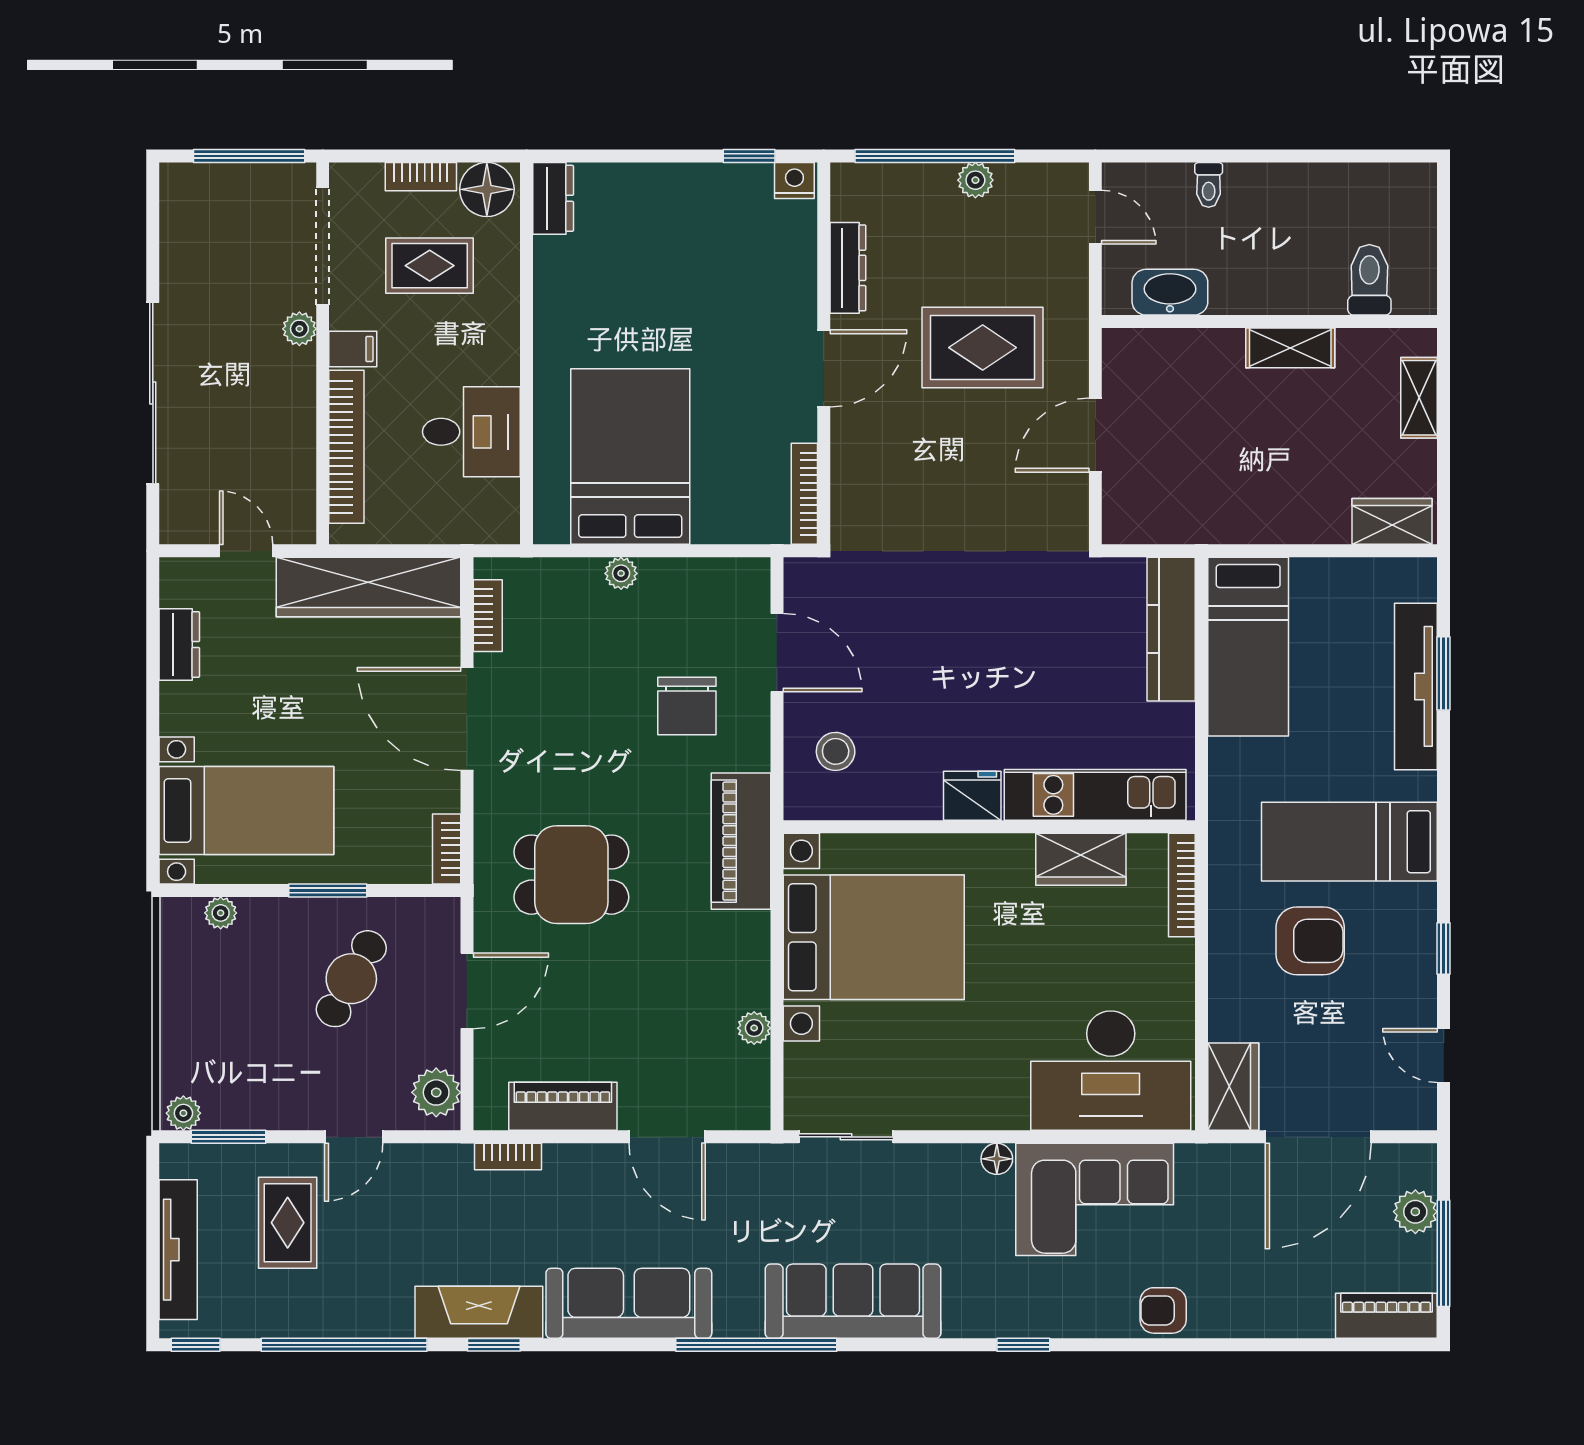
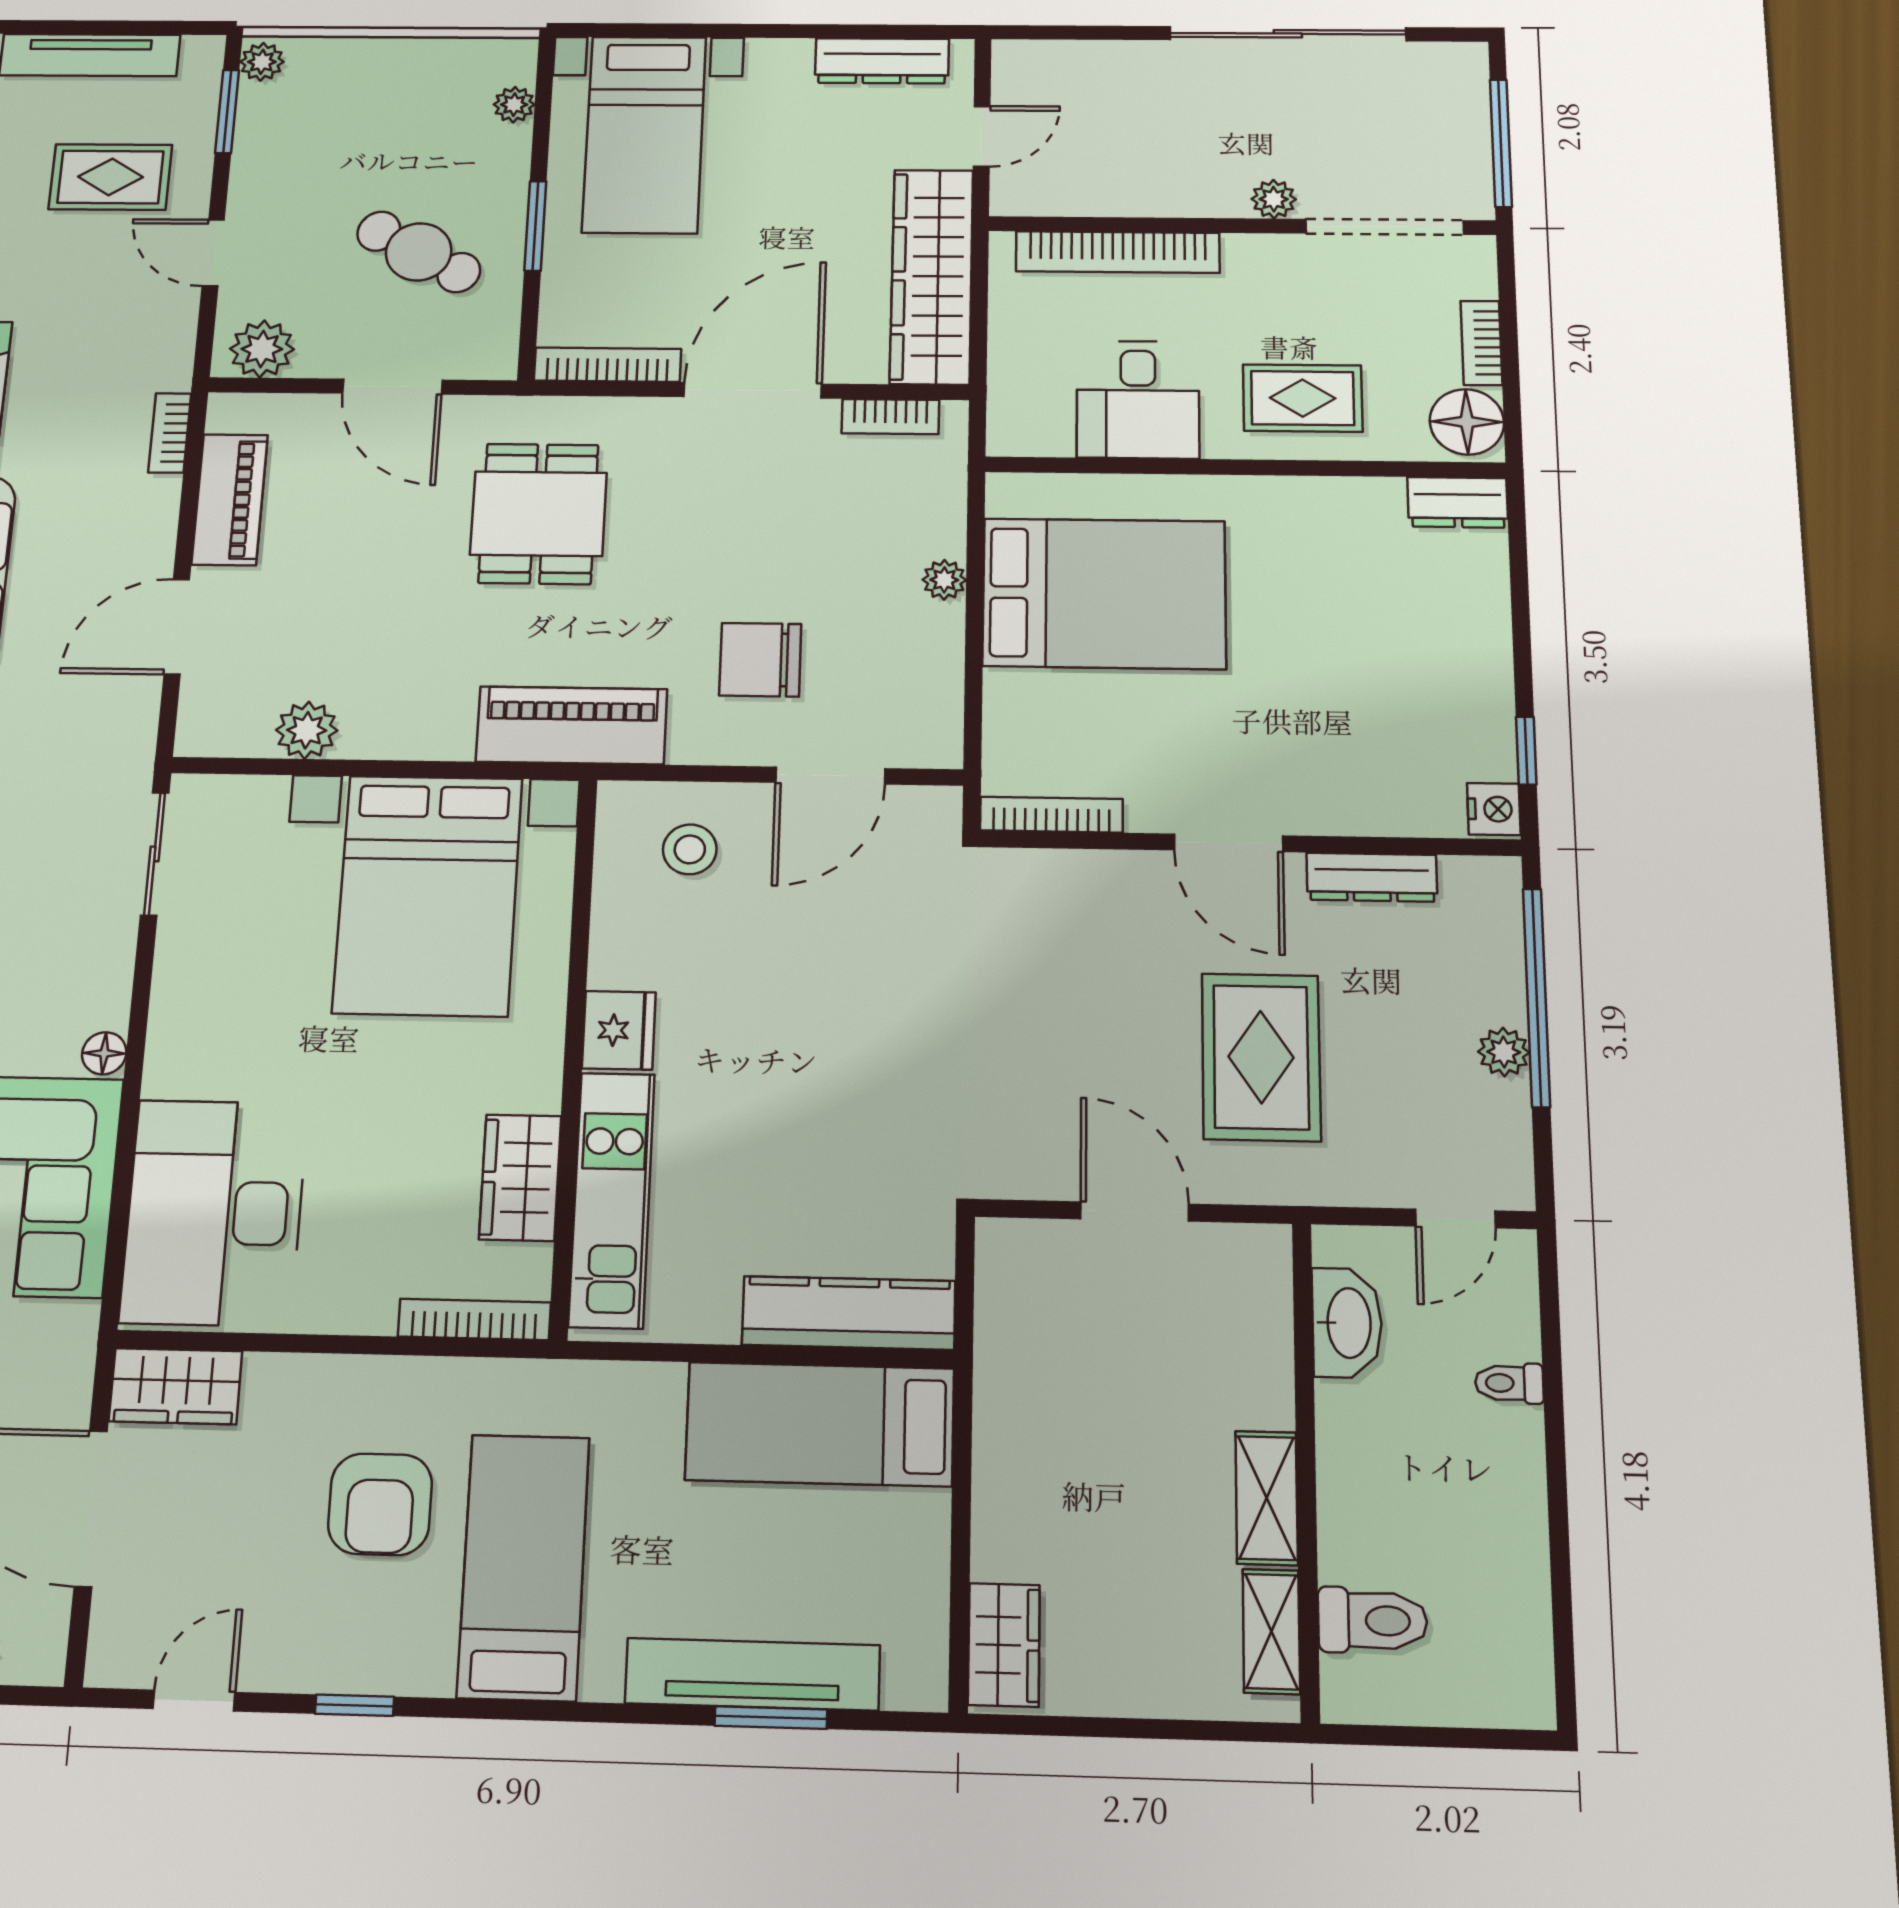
rug: (430, 266) -> (1303, 398), moved, turned 90
filing cabinet: (353, 349) -> (1248, 261), removed
sliding door: (153, 393) -> (1288, 34), moved
shelving: (1419, 398) -> (1271, 1631), moved, turned 90
dresser: (179, 644) -> (882, 61), width x1.44
bookcase: (447, 849) -> (608, 365), width x1.56
plant: (754, 1028) -> (307, 730), width x1.38, depth x1.38

